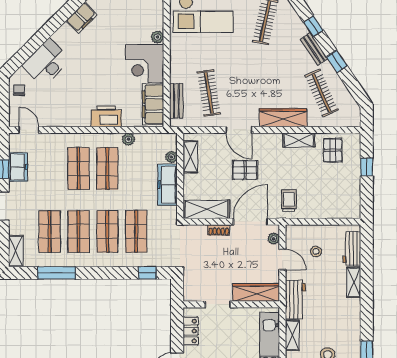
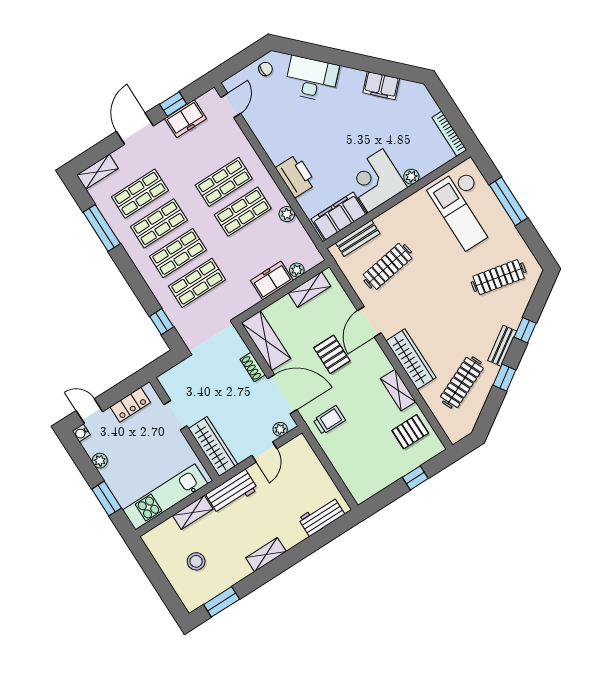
freezer: (168, 185) -> (272, 280), width x0.71
stool: (316, 251) -> (295, 481), removed
shelving: (354, 282) -> (266, 555), moved

